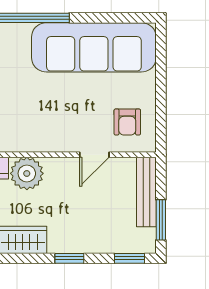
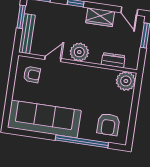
armchair: (127, 122) -> (32, 74), turned 93
plant: (27, 173) -> (79, 52), moved

